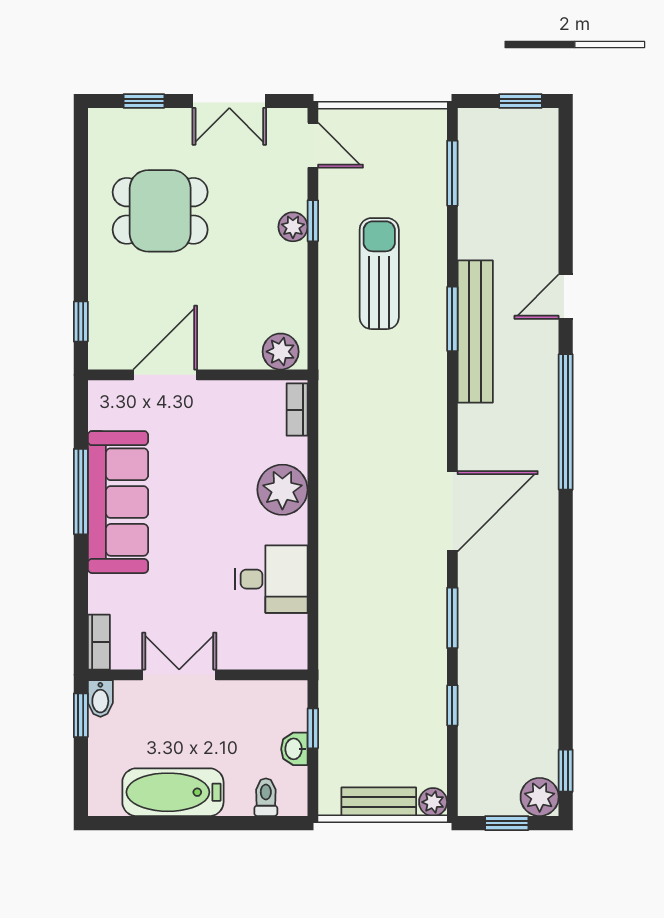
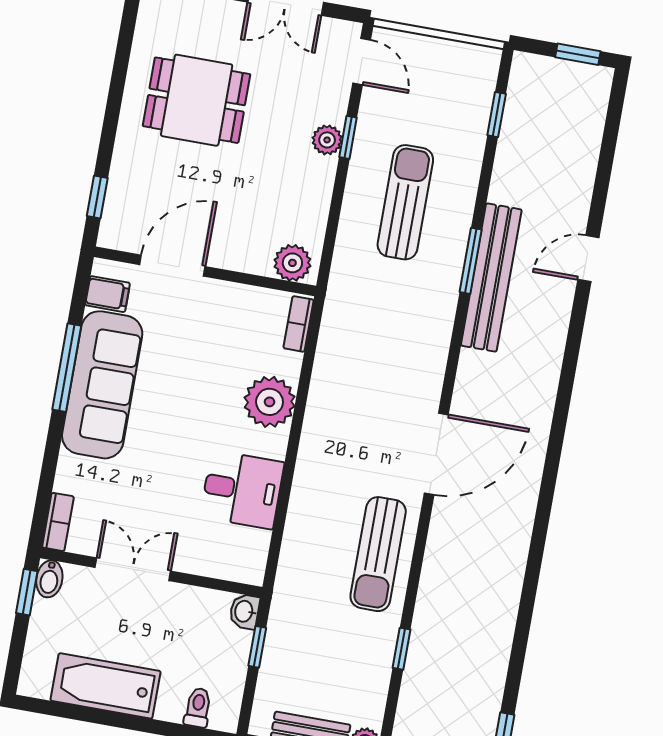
window: (452, 173) -> (497, 115), width x0.67
filing cabinet: (107, 413) -> (108, 294), added
window: (566, 422) -> (566, 384), removed
sun lounger: (413, 618) -> (378, 554), added
window: (452, 618) -> (417, 561), removed
washbasin: (294, 749) -> (245, 611), moved

